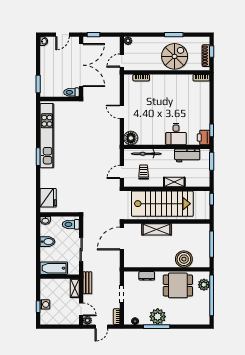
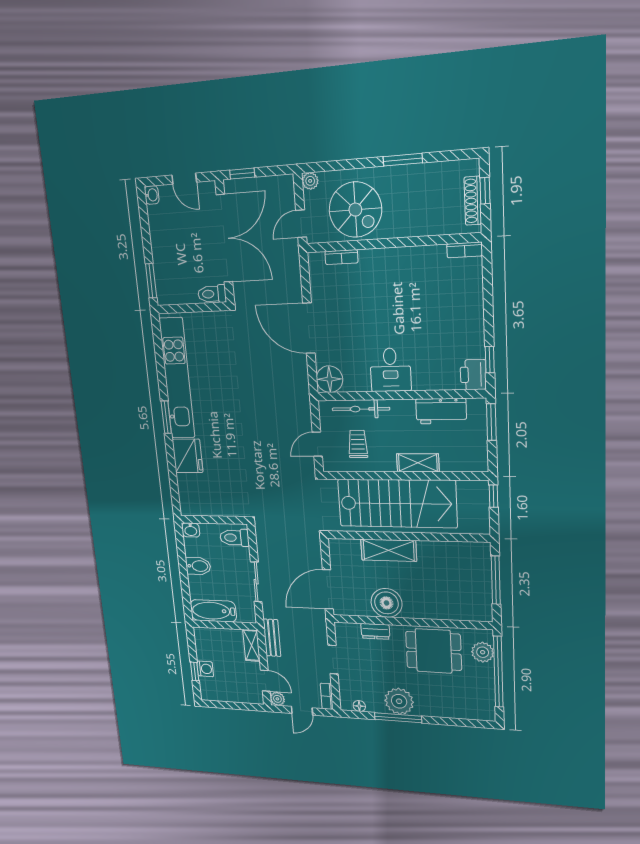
door: (63, 35) -> (184, 179), hinge flipped
spiral stairs: (175, 56) -> (355, 210), moved, turned 90
door: (122, 112) -> (309, 328), width x1.87
desk: (176, 134) -> (390, 370), moved
fridge: (48, 198) -> (188, 456), moved
door: (122, 238) -> (328, 589), moved
boiler: (184, 259) -> (386, 603), moved

